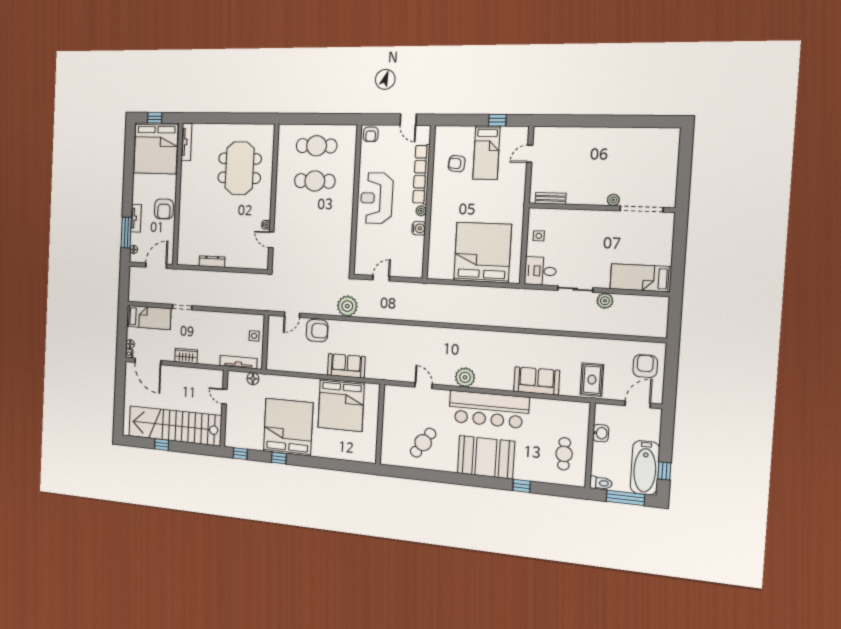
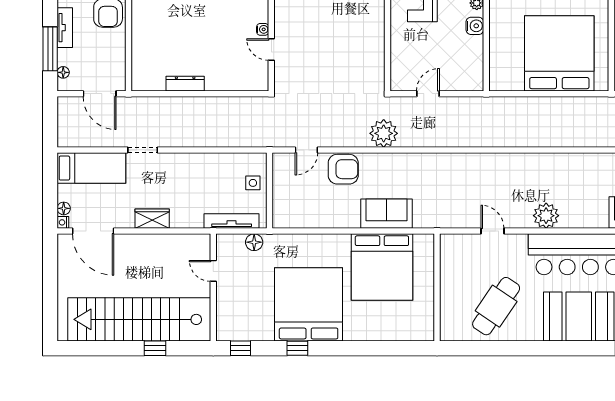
door: (156, 266) -> (100, 94), swing flipped
cafe table: (423, 443) -> (496, 306), width x1.37, depth x1.35
window: (162, 445) -> (155, 348), moved

